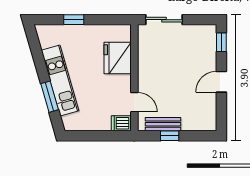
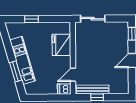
door: (134, 102) -> (73, 75), swing flipped
bench: (163, 124) -> (93, 89), width x1.36

